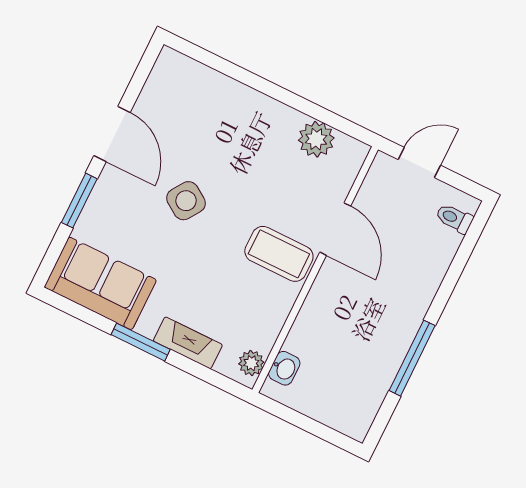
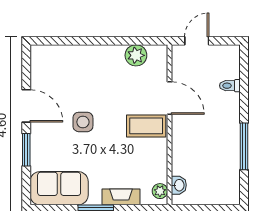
side table: (186, 201) -> (83, 122), turned -34
toilet: (454, 218) -> (230, 86), moved

